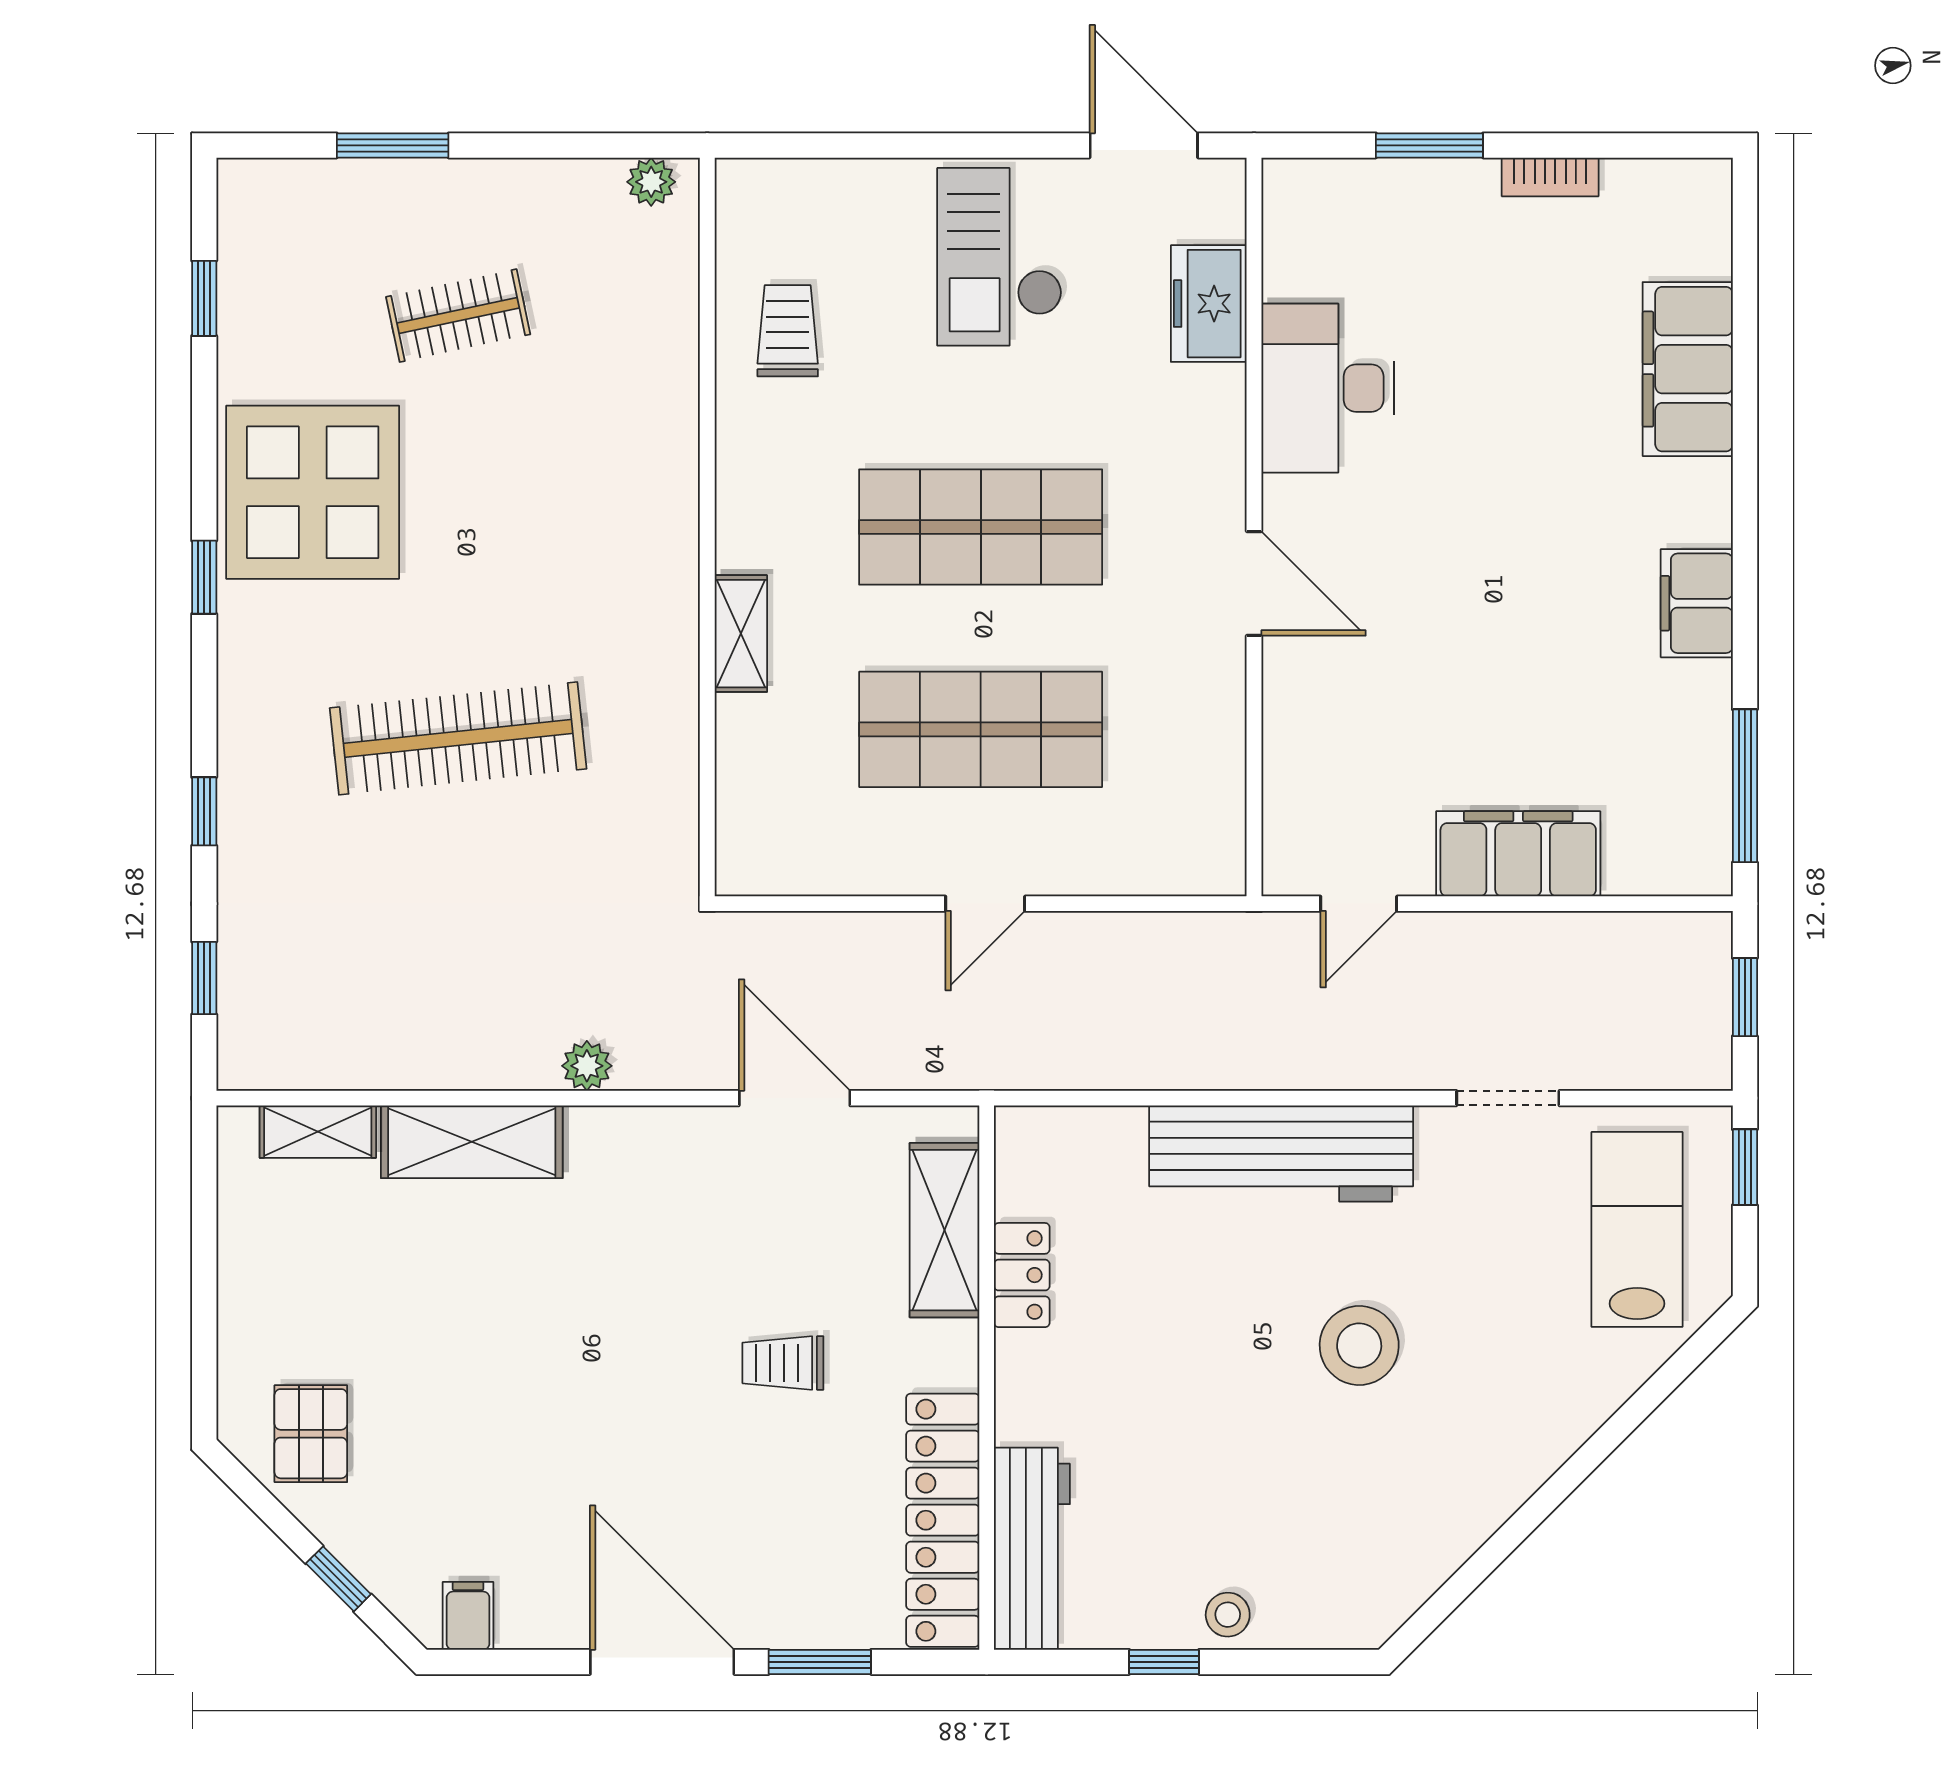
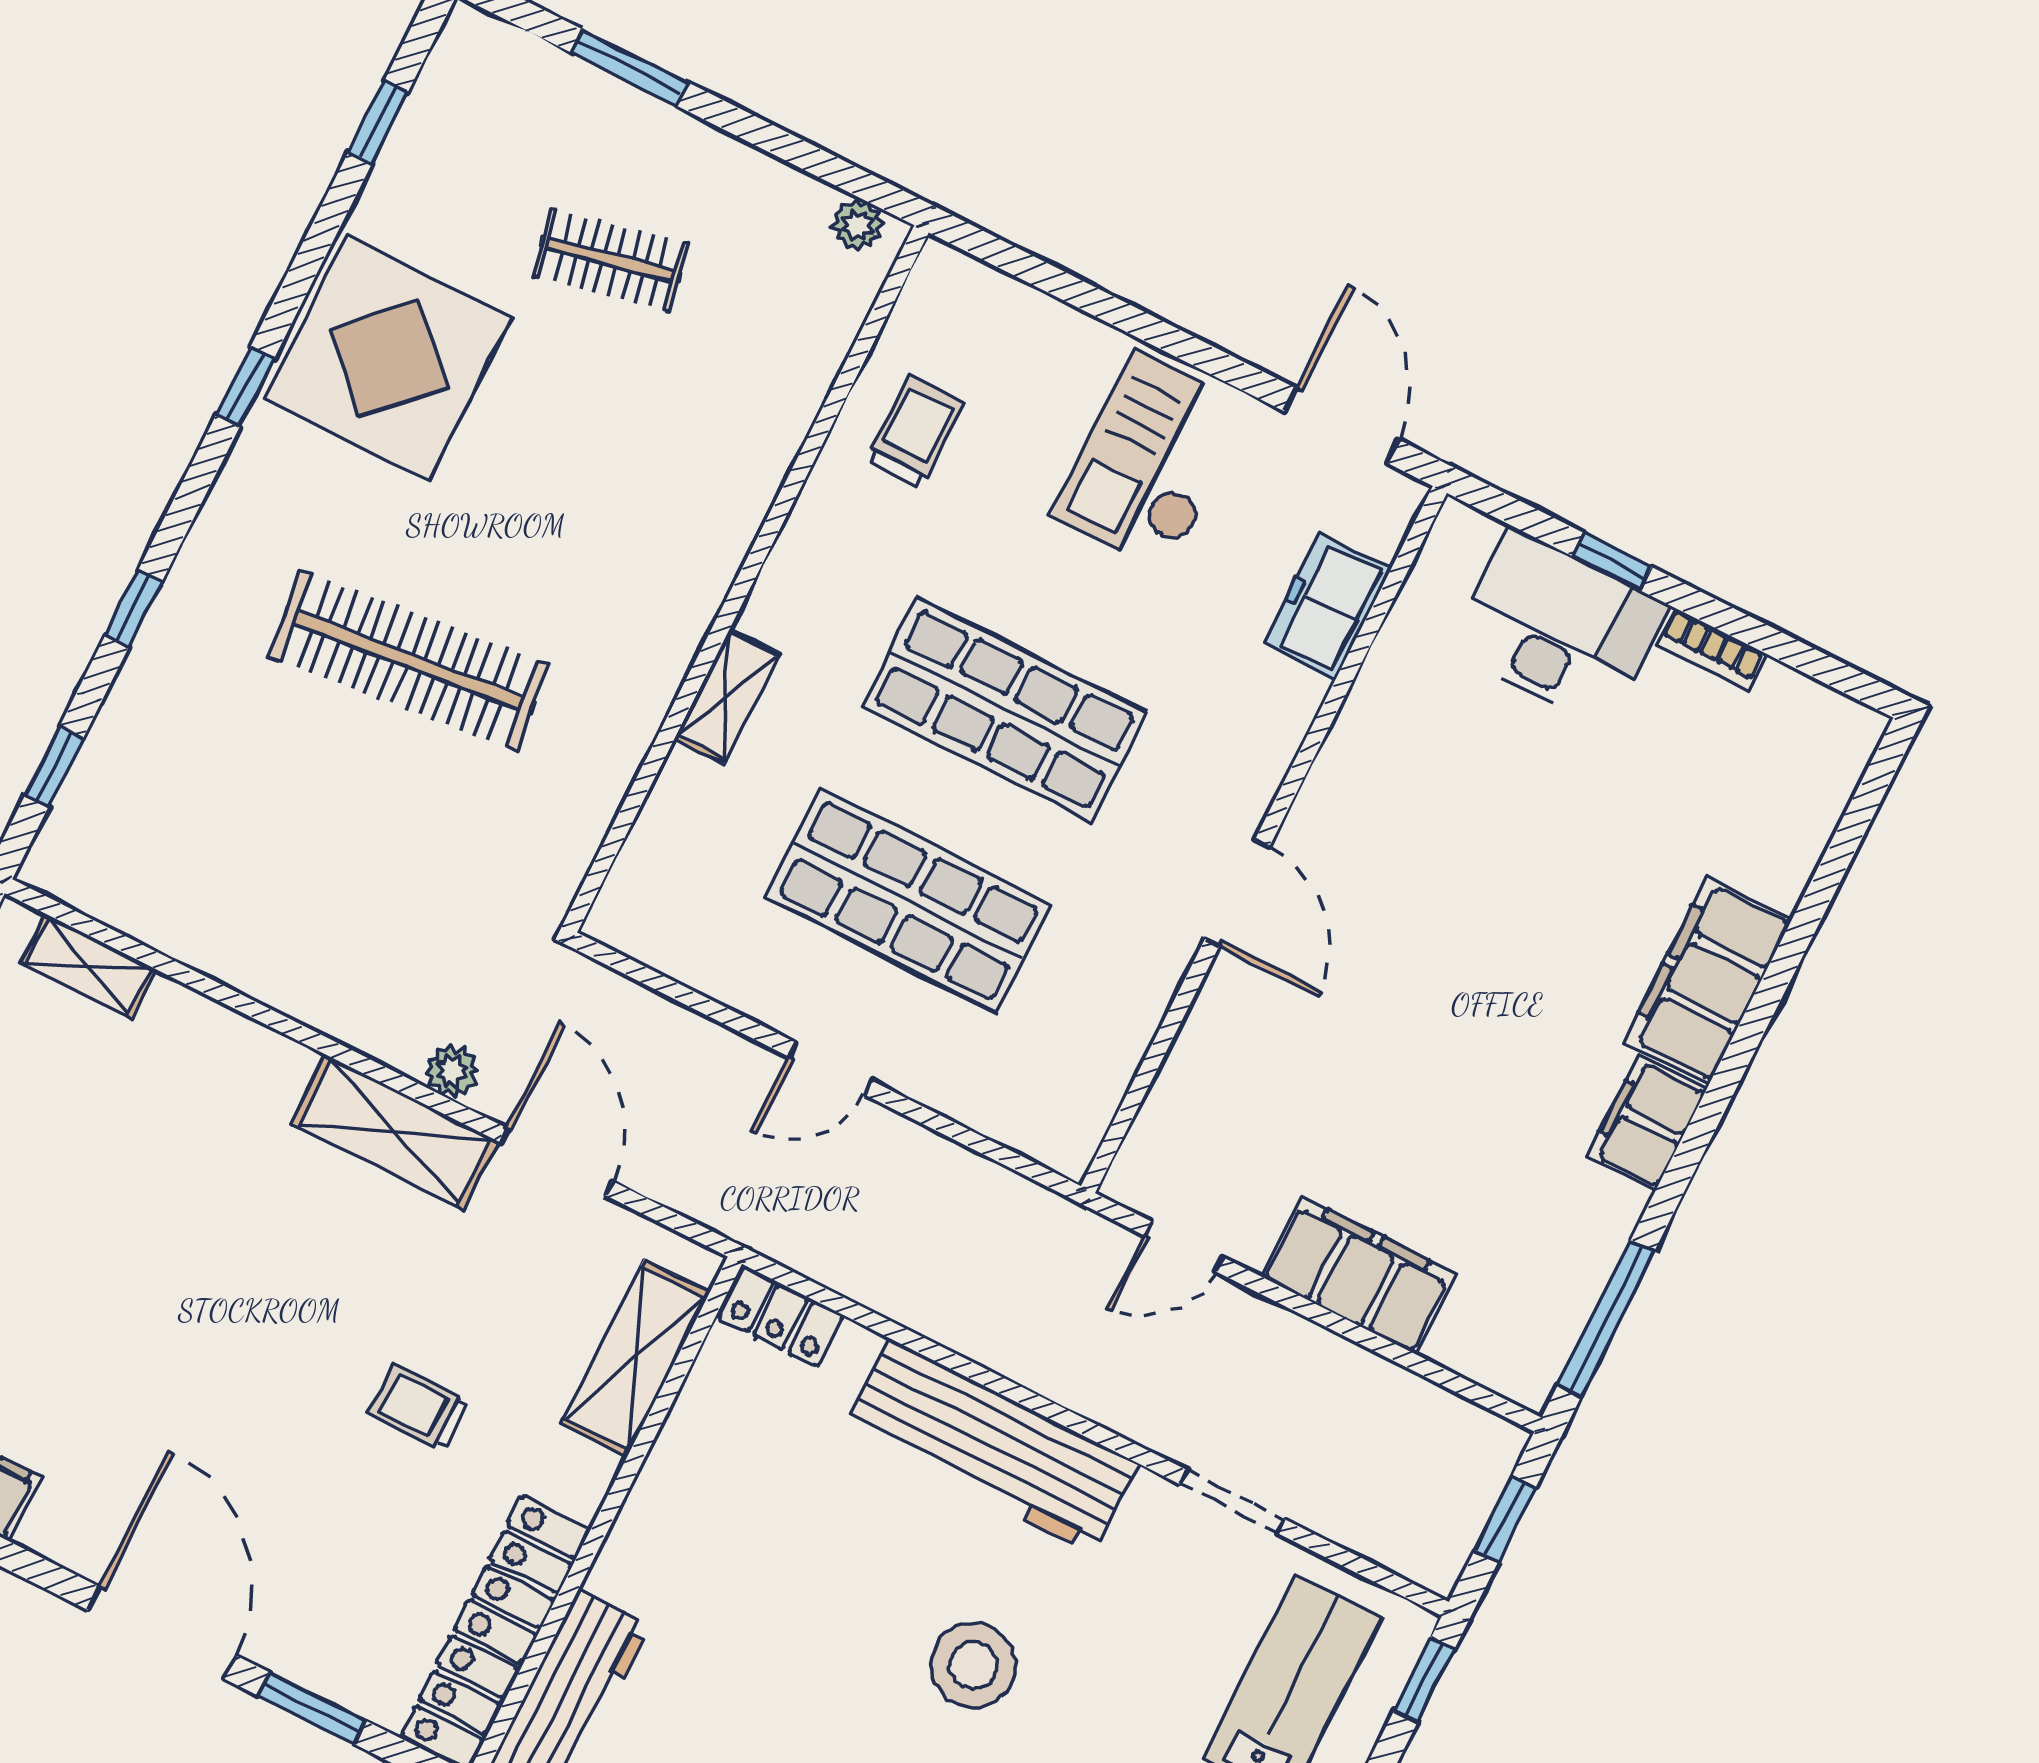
window: (1429, 145) -> (1612, 562), width x0.67
filing cabinet: (1688, 369) -> (1708, 980), moved
desk: (1328, 388) -> (1558, 628), moved, turned 90
plant: (587, 1066) -> (452, 1071), moved
shelving: (472, 1142) -> (394, 1132), moved
locker: (1022, 1275) -> (781, 1316), moved, turned 90

